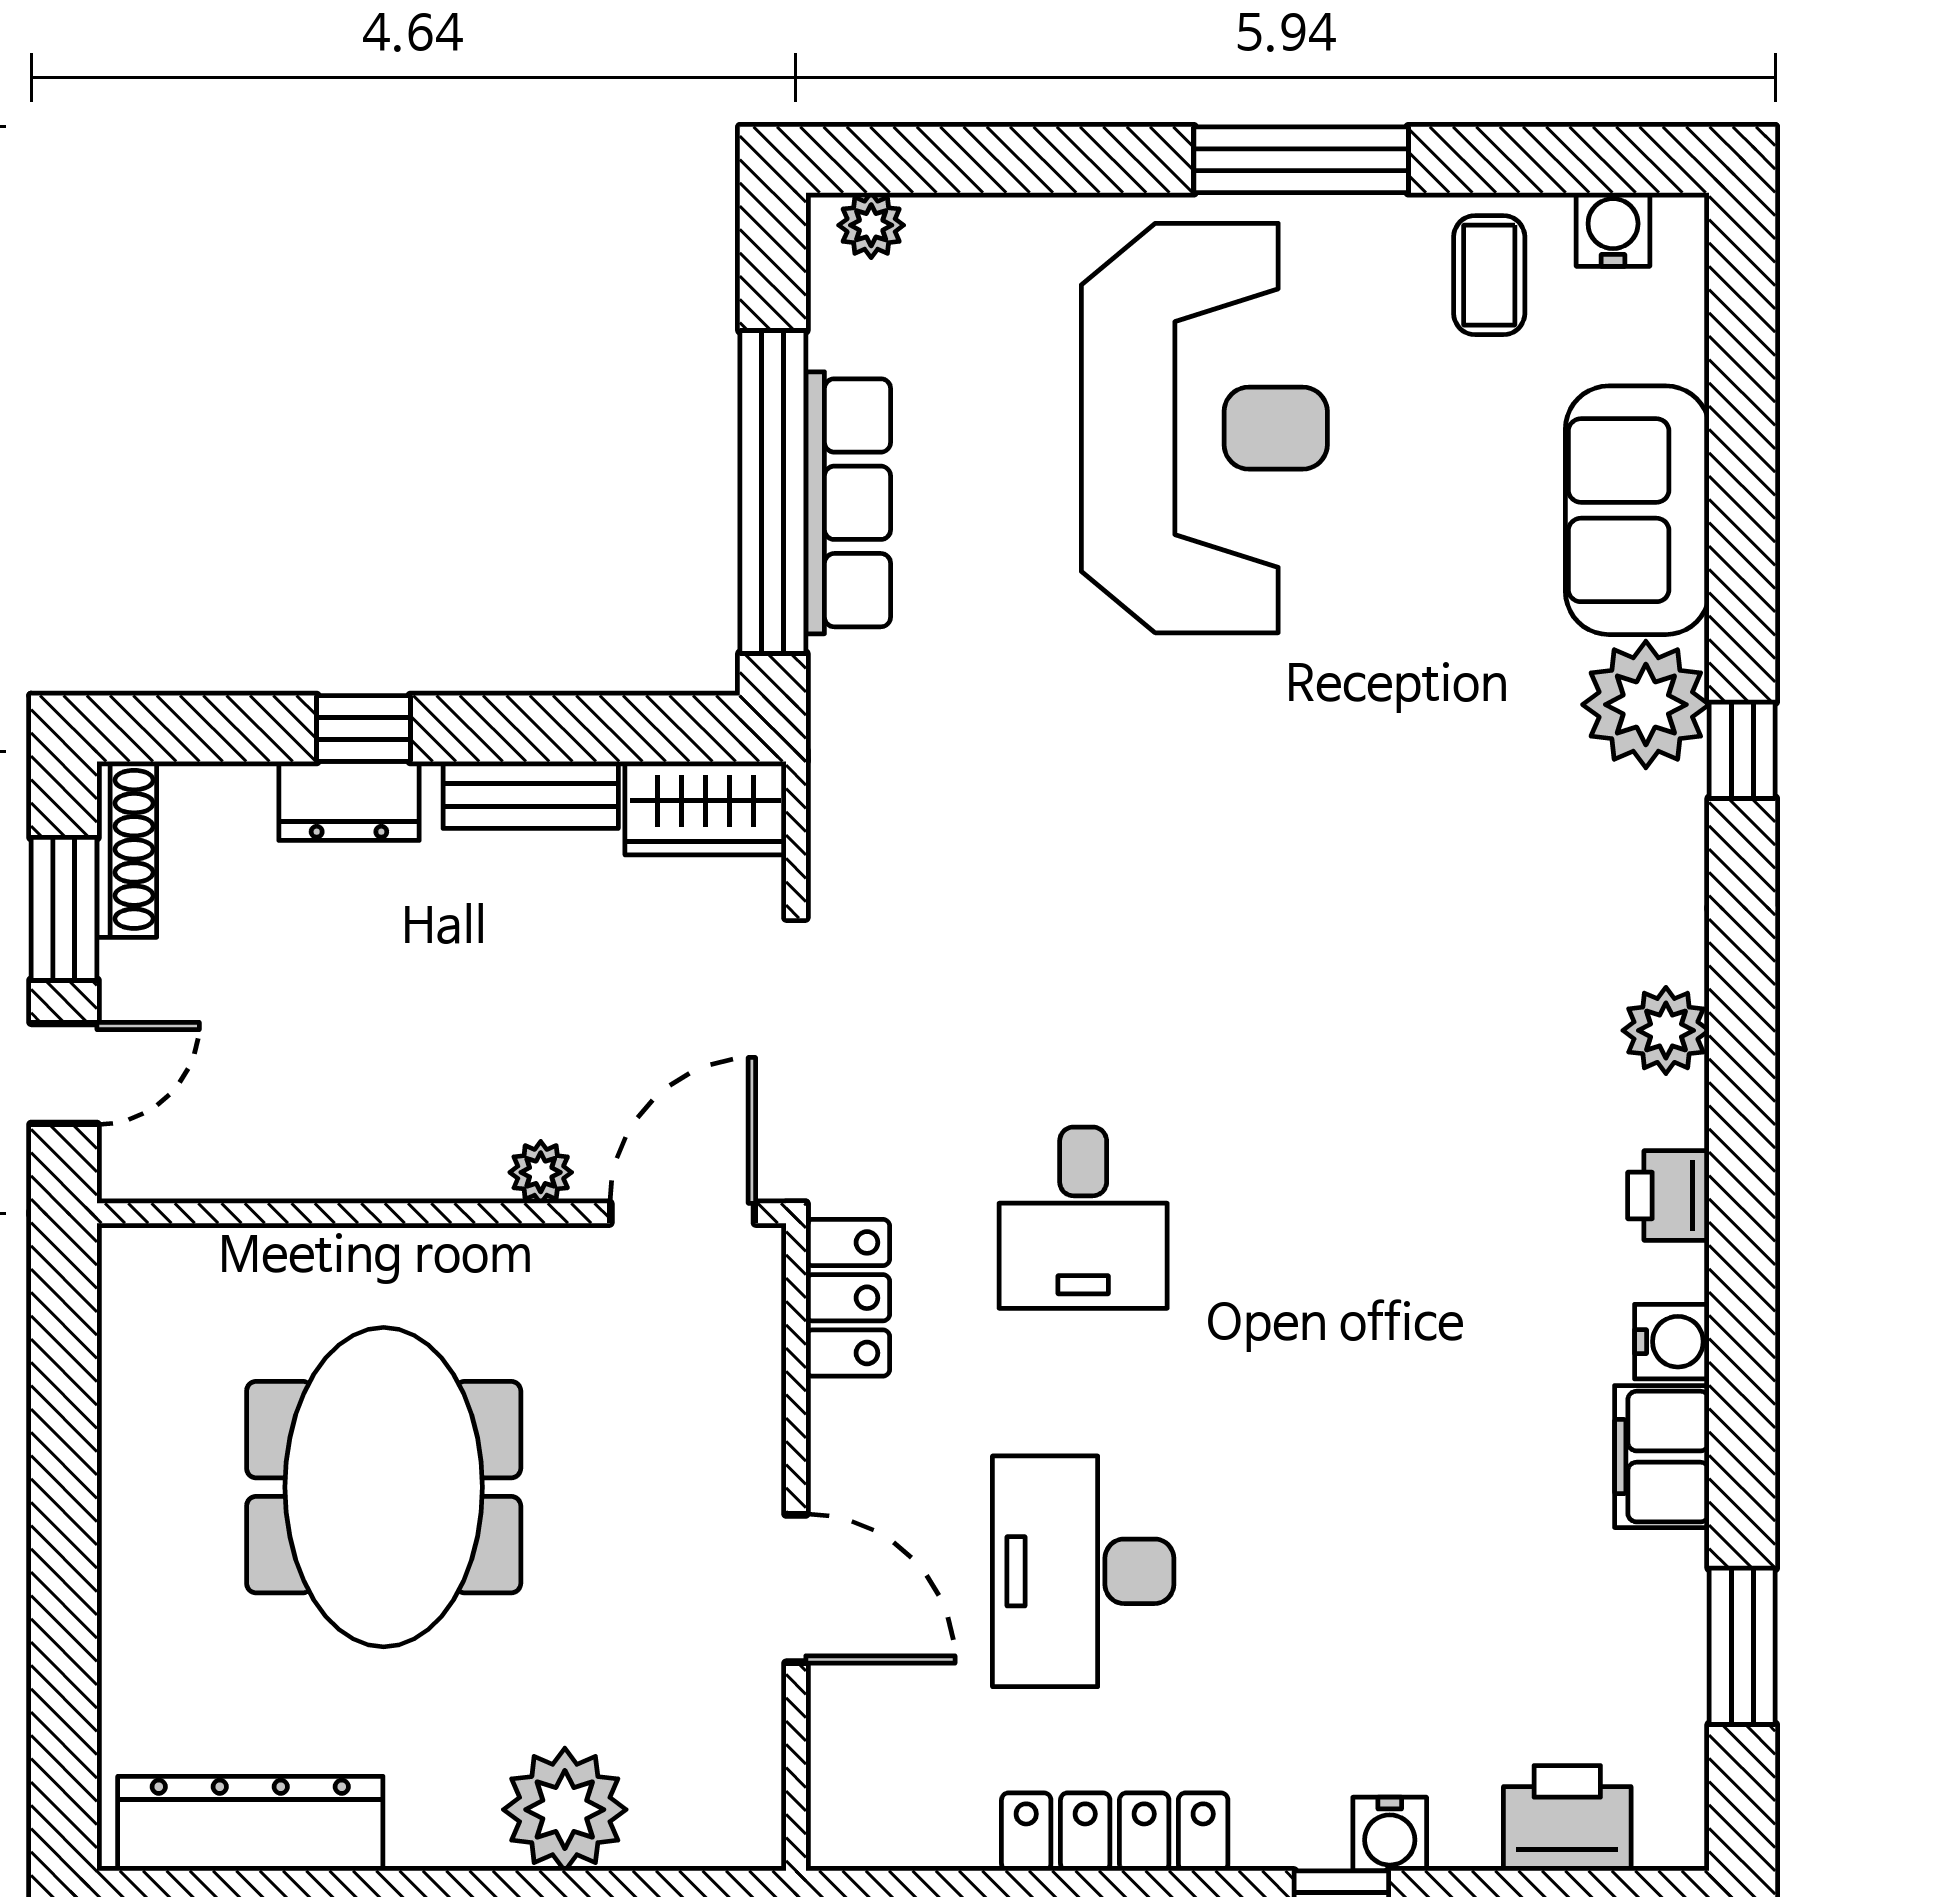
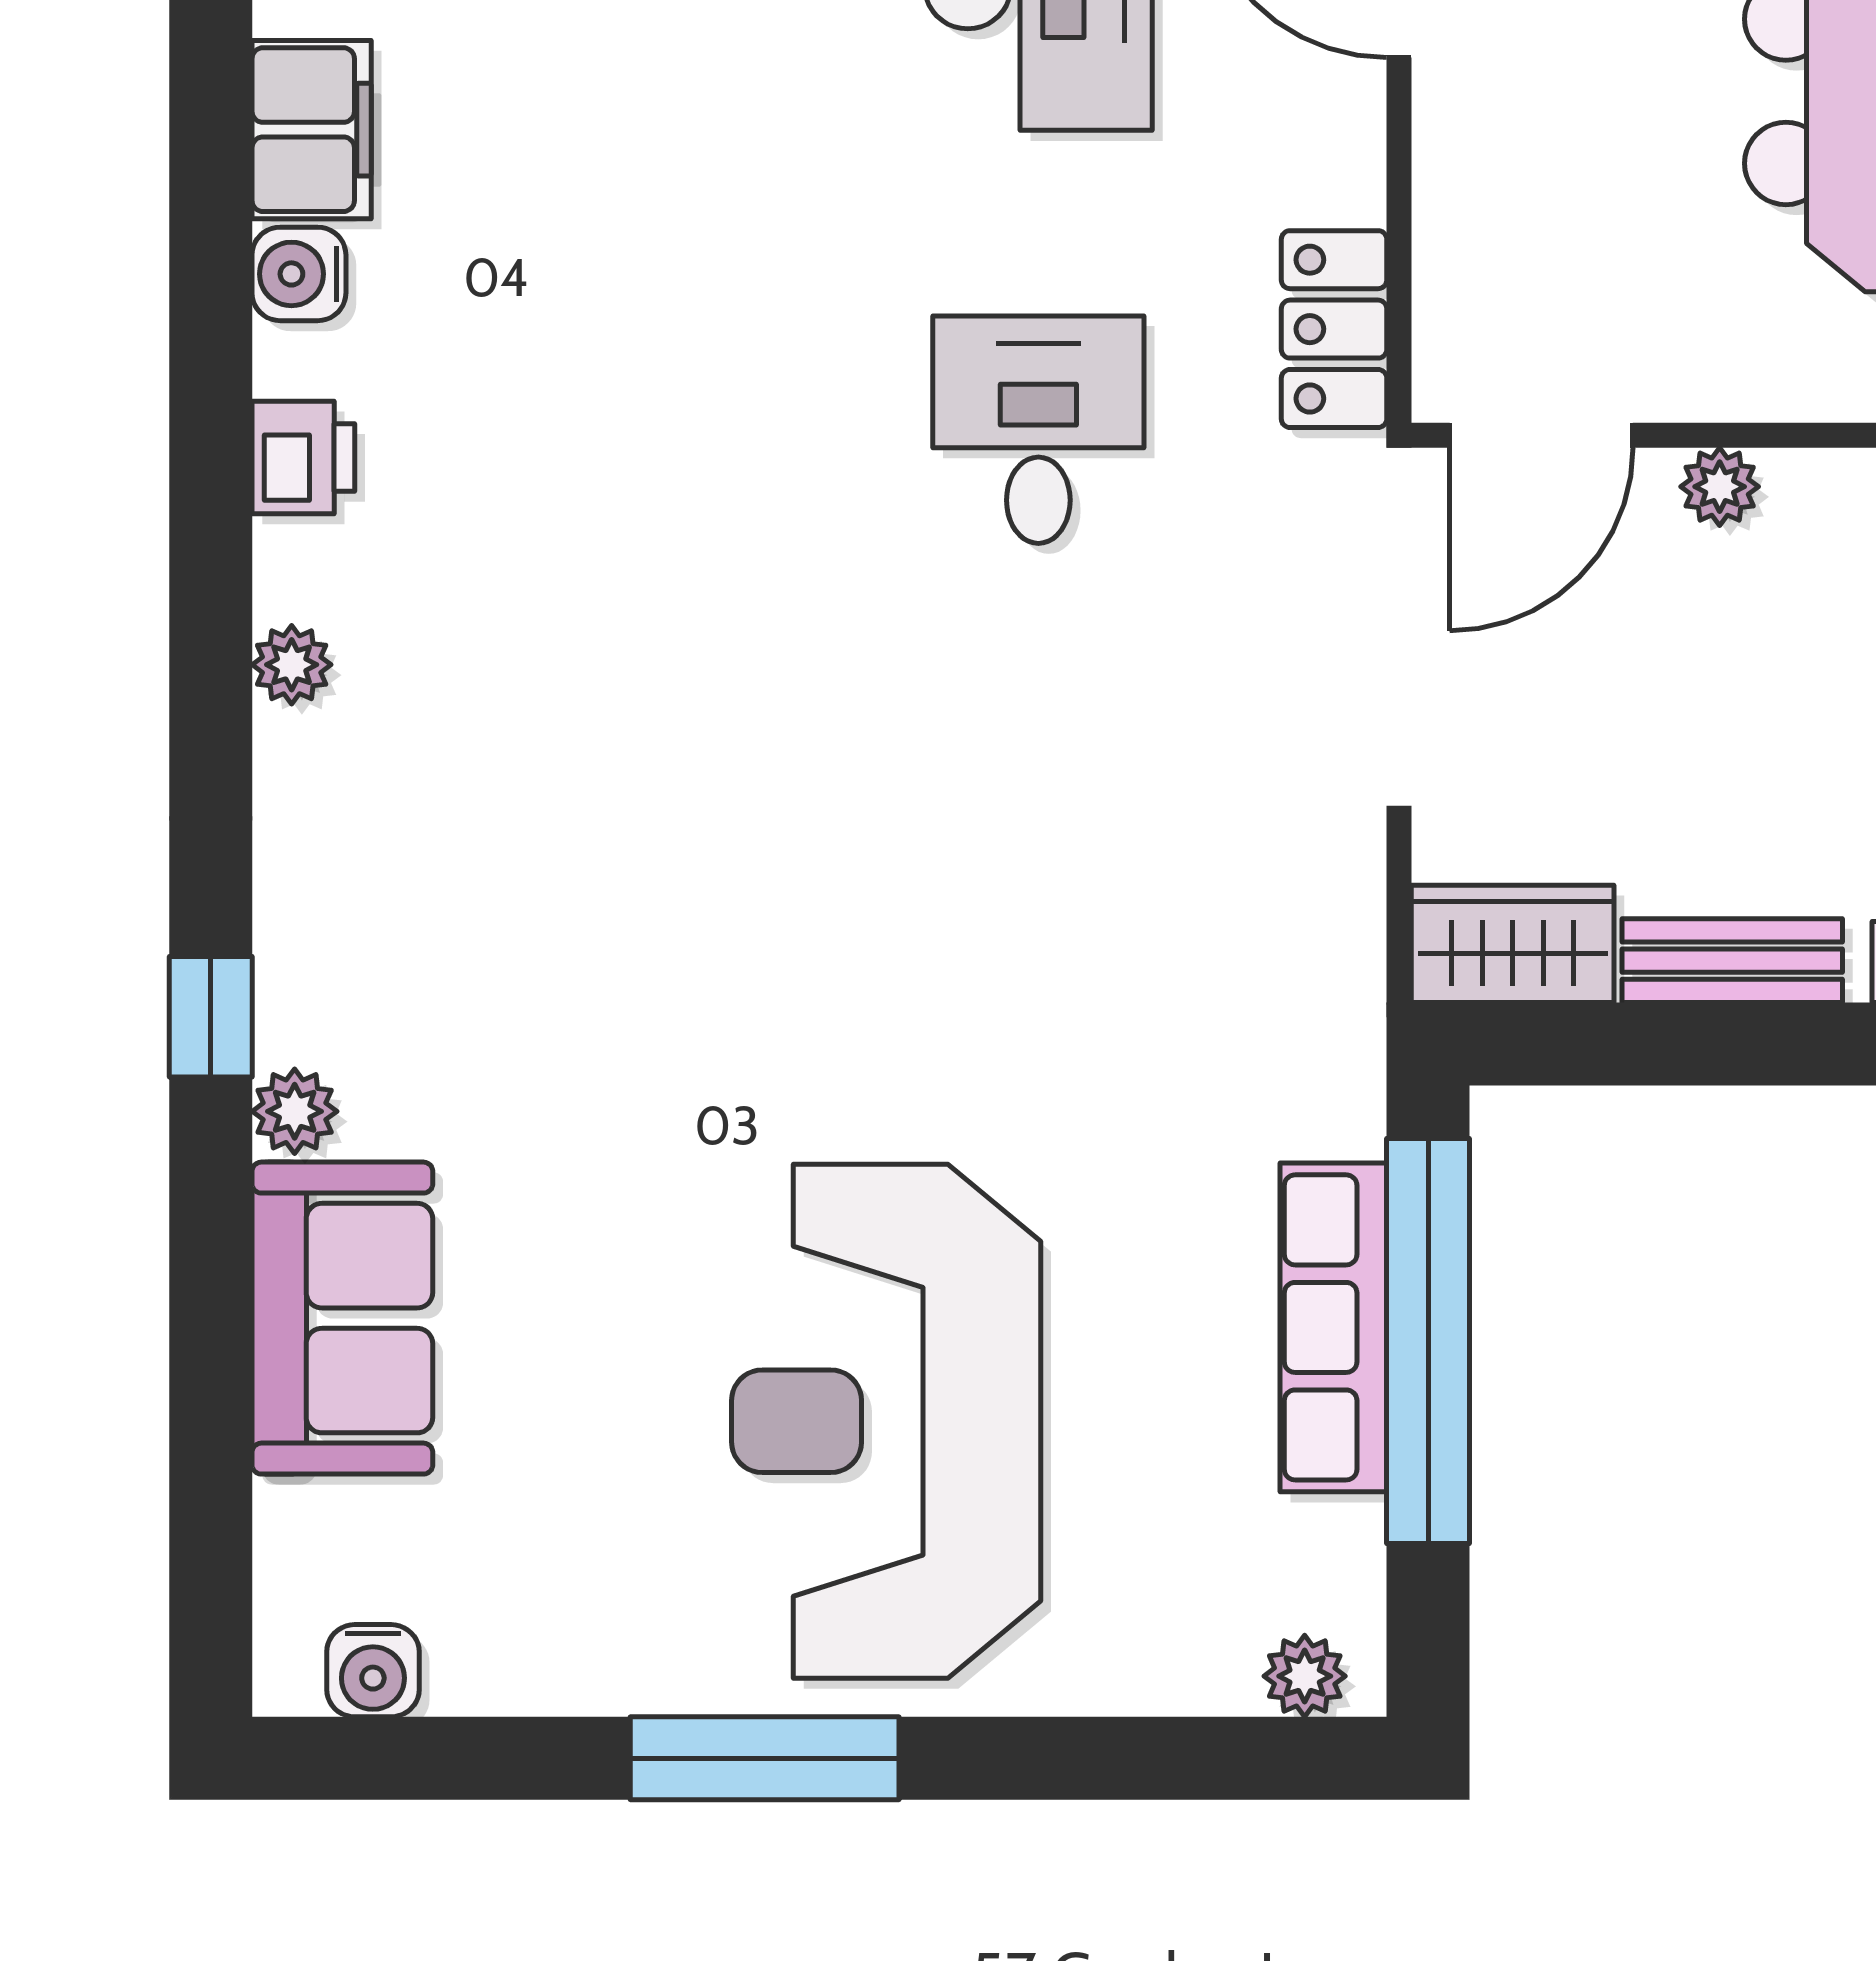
coffee table: (1489, 275) -> (528, 1613), removed
plant: (1646, 705) -> (295, 1111), width x0.53, depth x0.53
plant: (1666, 1030) -> (292, 665), width x0.73, depth x0.73

